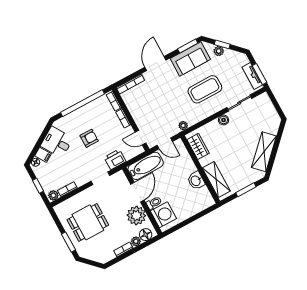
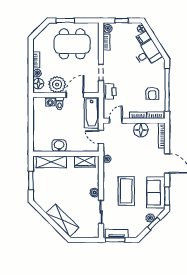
floor lamp: (136, 108) -> (141, 130), added
armchair: (89, 138) -> (152, 93), moved
door: (165, 143) -> (101, 137), hinge flipped
shelving: (264, 152) -> (63, 220), moved
door: (137, 192) -> (75, 95), swing flipped
washing machine: (163, 215) -> (50, 102), width x0.53, depth x0.53
dining table: (88, 222) -> (72, 44), width x1.38

